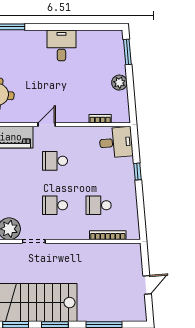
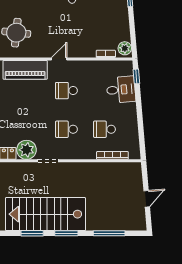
plant: (119, 83) -> (125, 48), moved
desk: (116, 142) -> (121, 90), moved
window: (138, 171) -> (136, 76), moved

